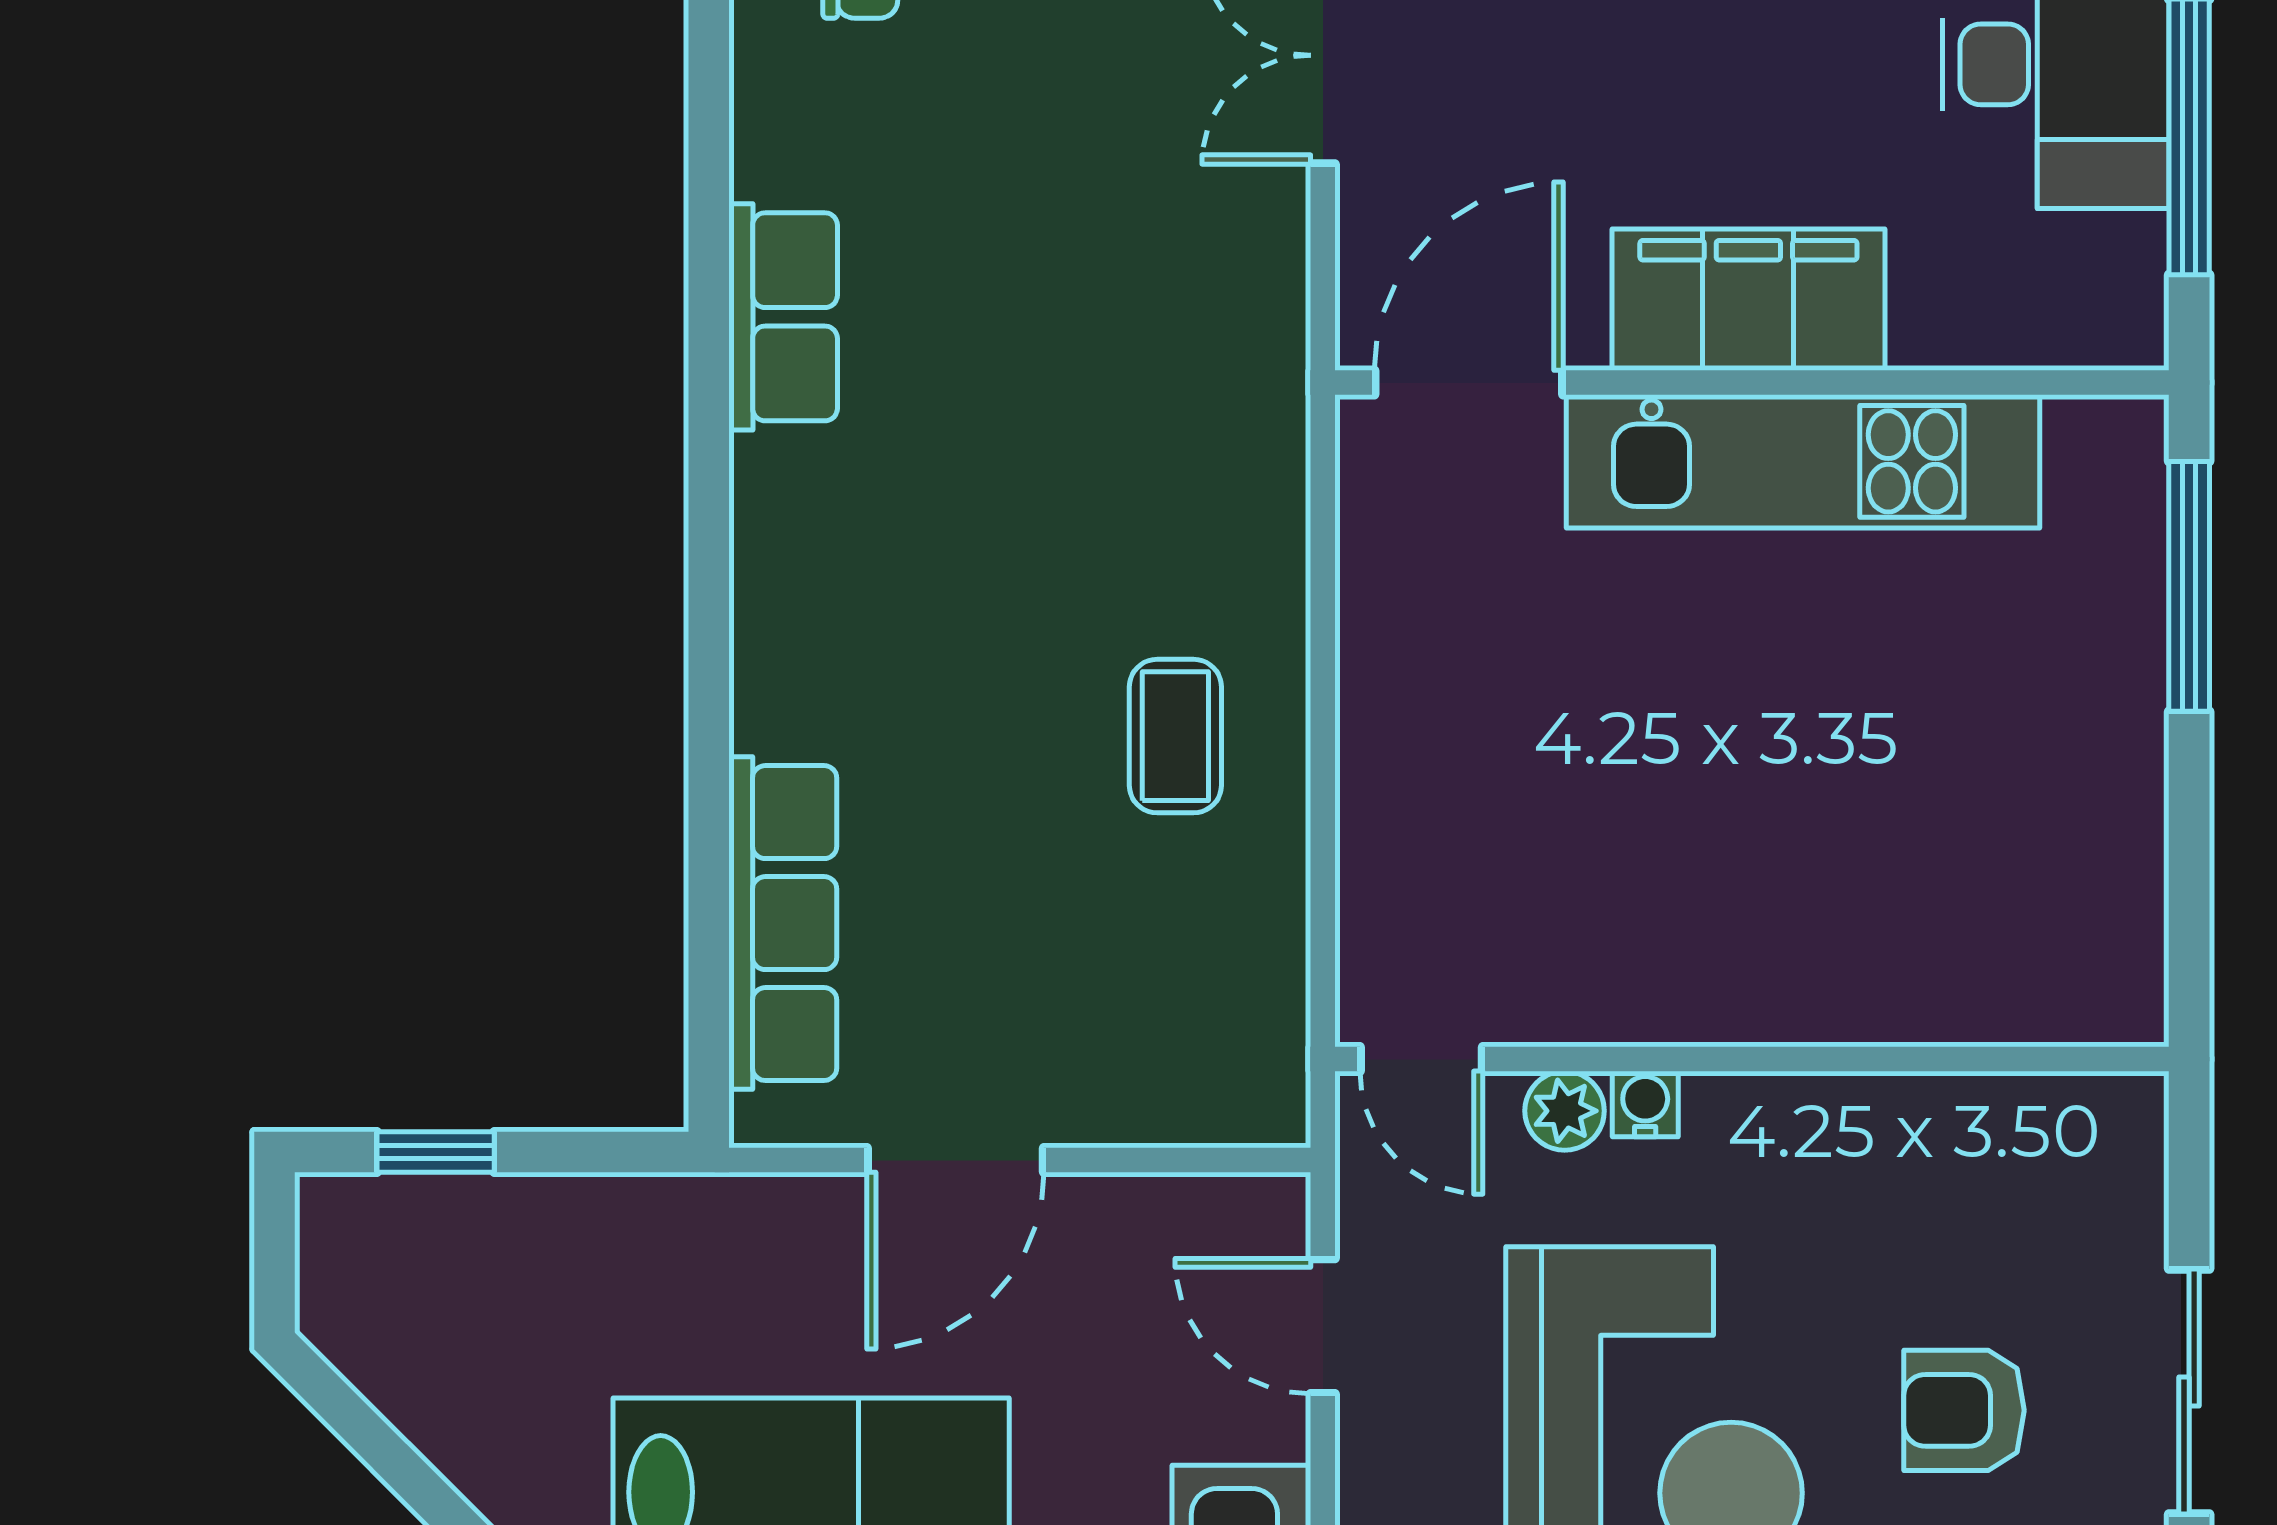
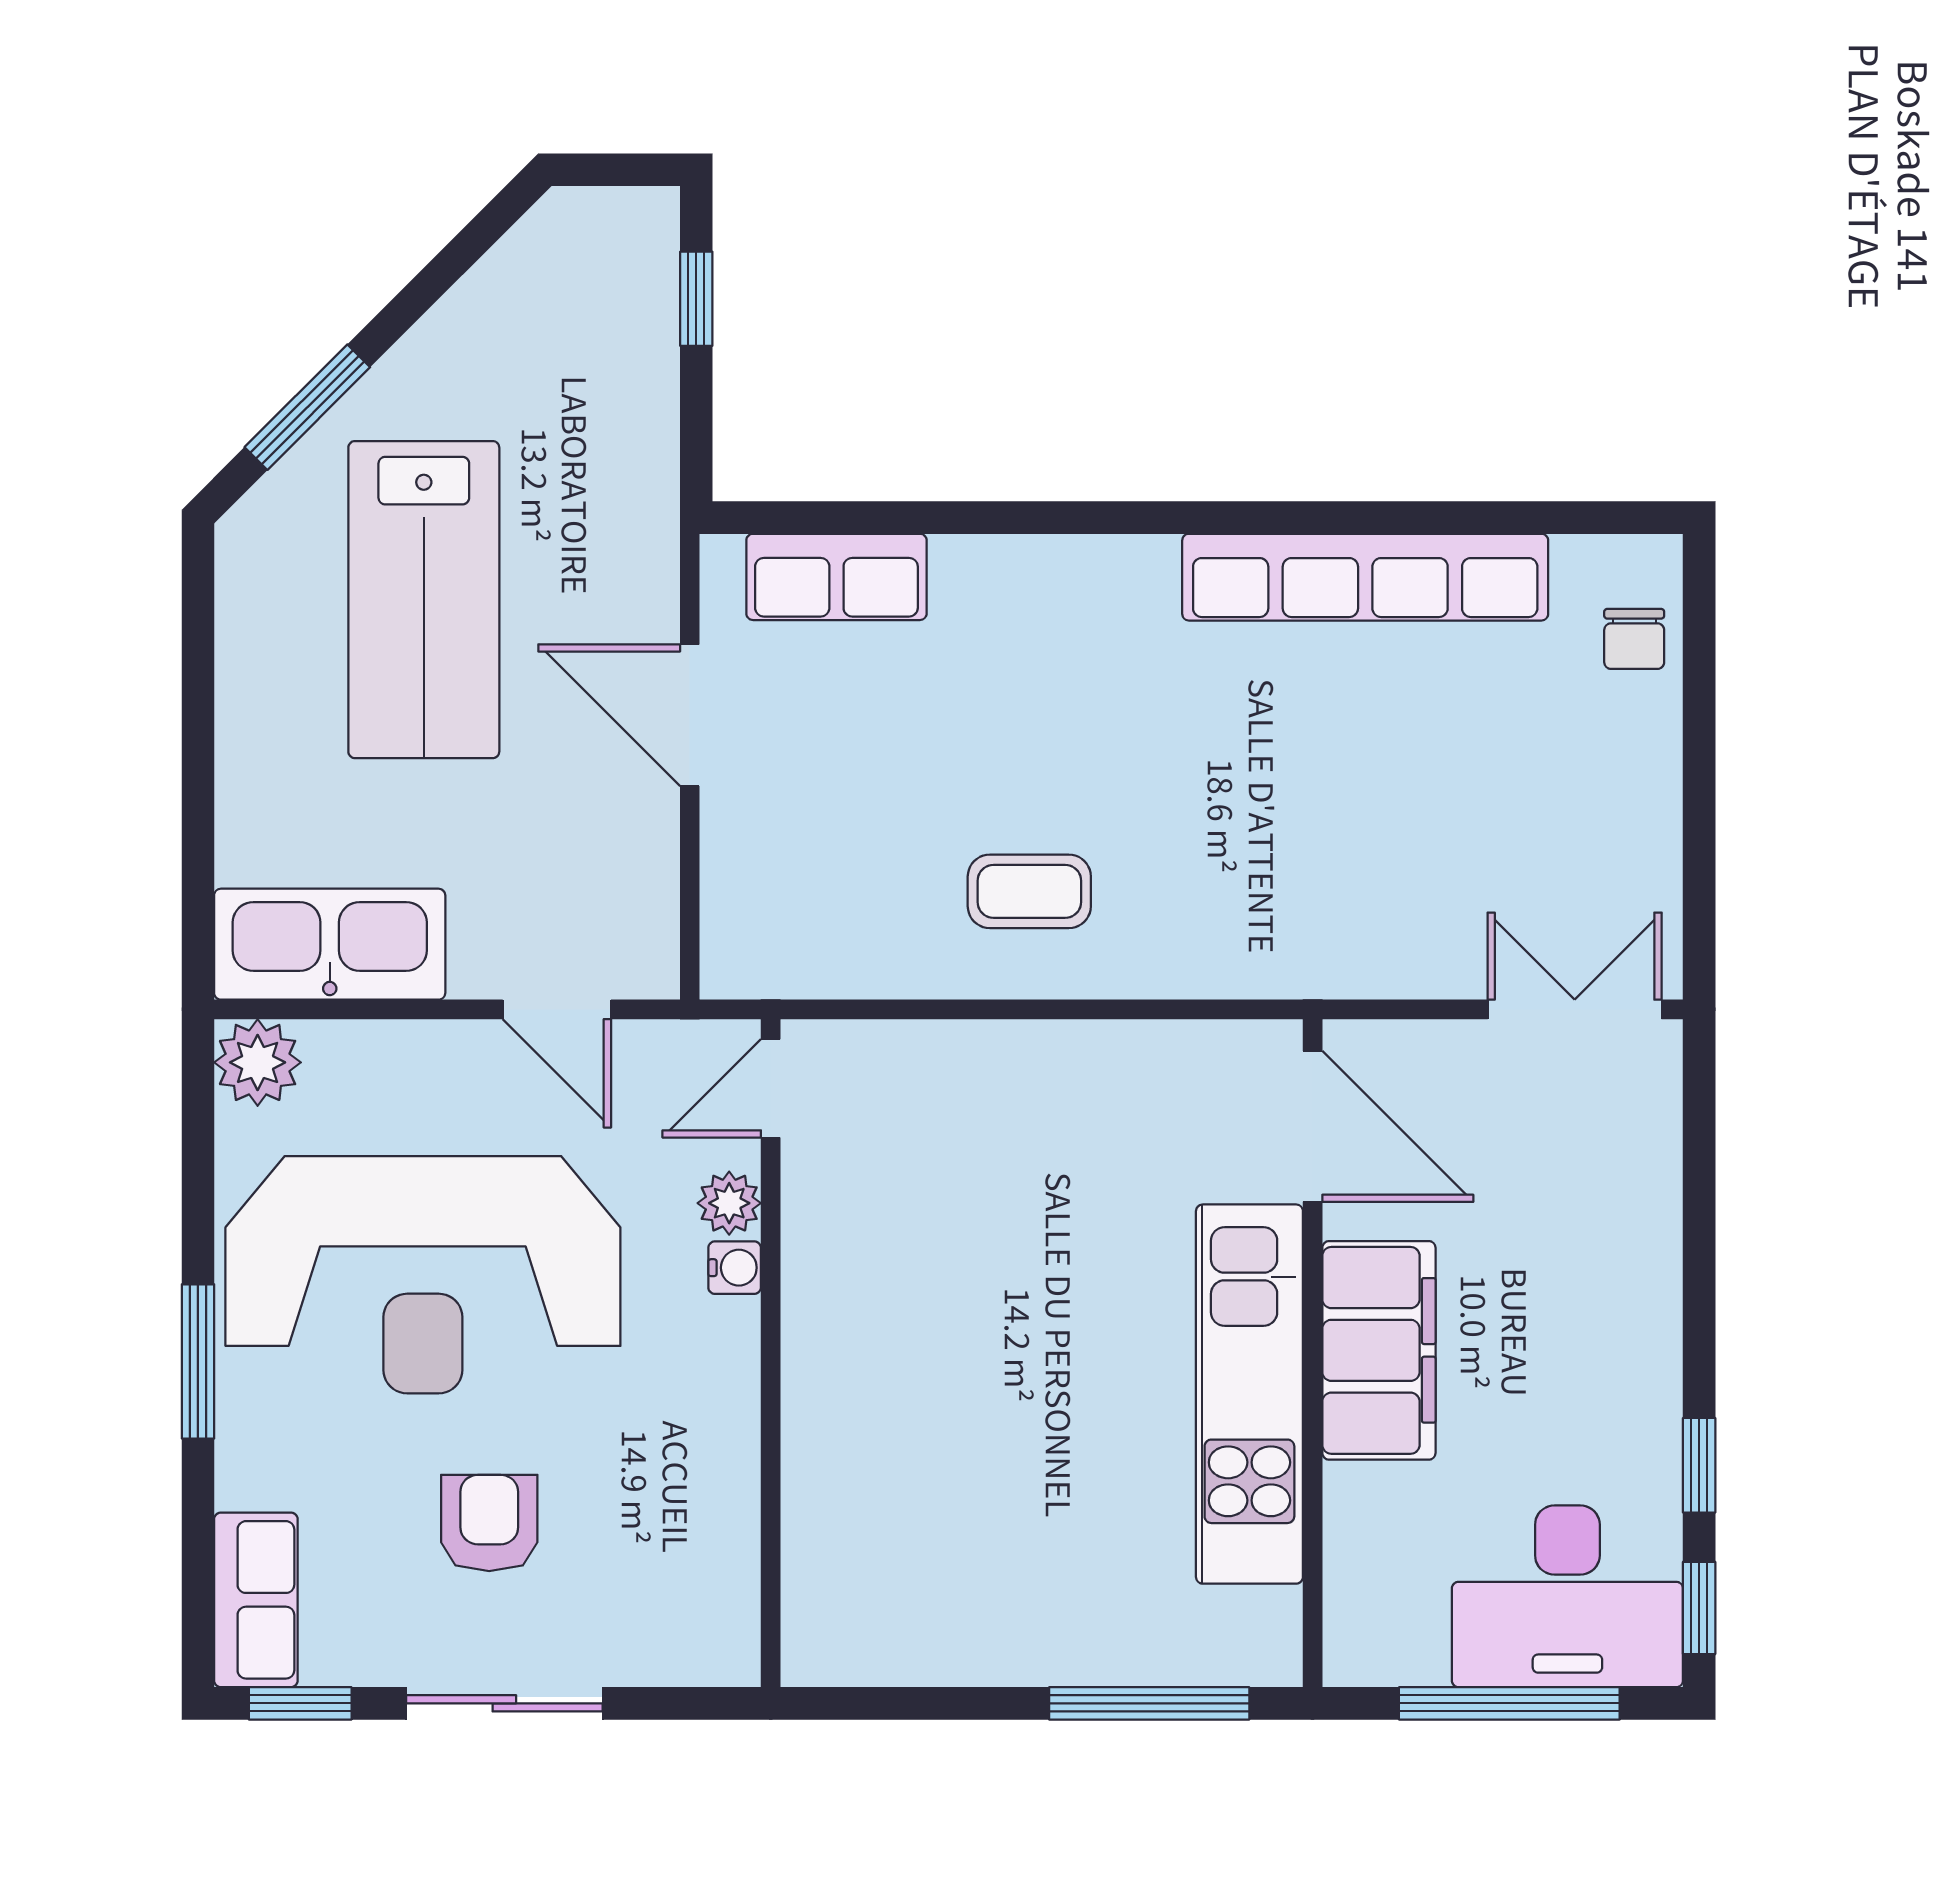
row of seats: (783, 317) -> (1365, 577), width x2.02
row of seats: (783, 923) -> (836, 577), width x0.68
door: (1323, 1326) -> (557, 1009), swing flipped

